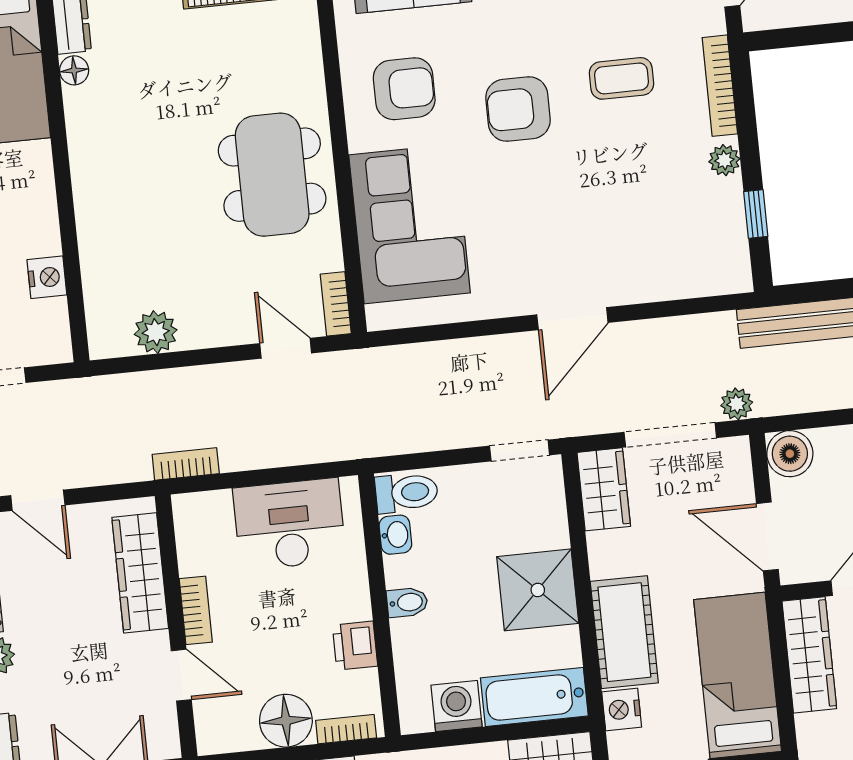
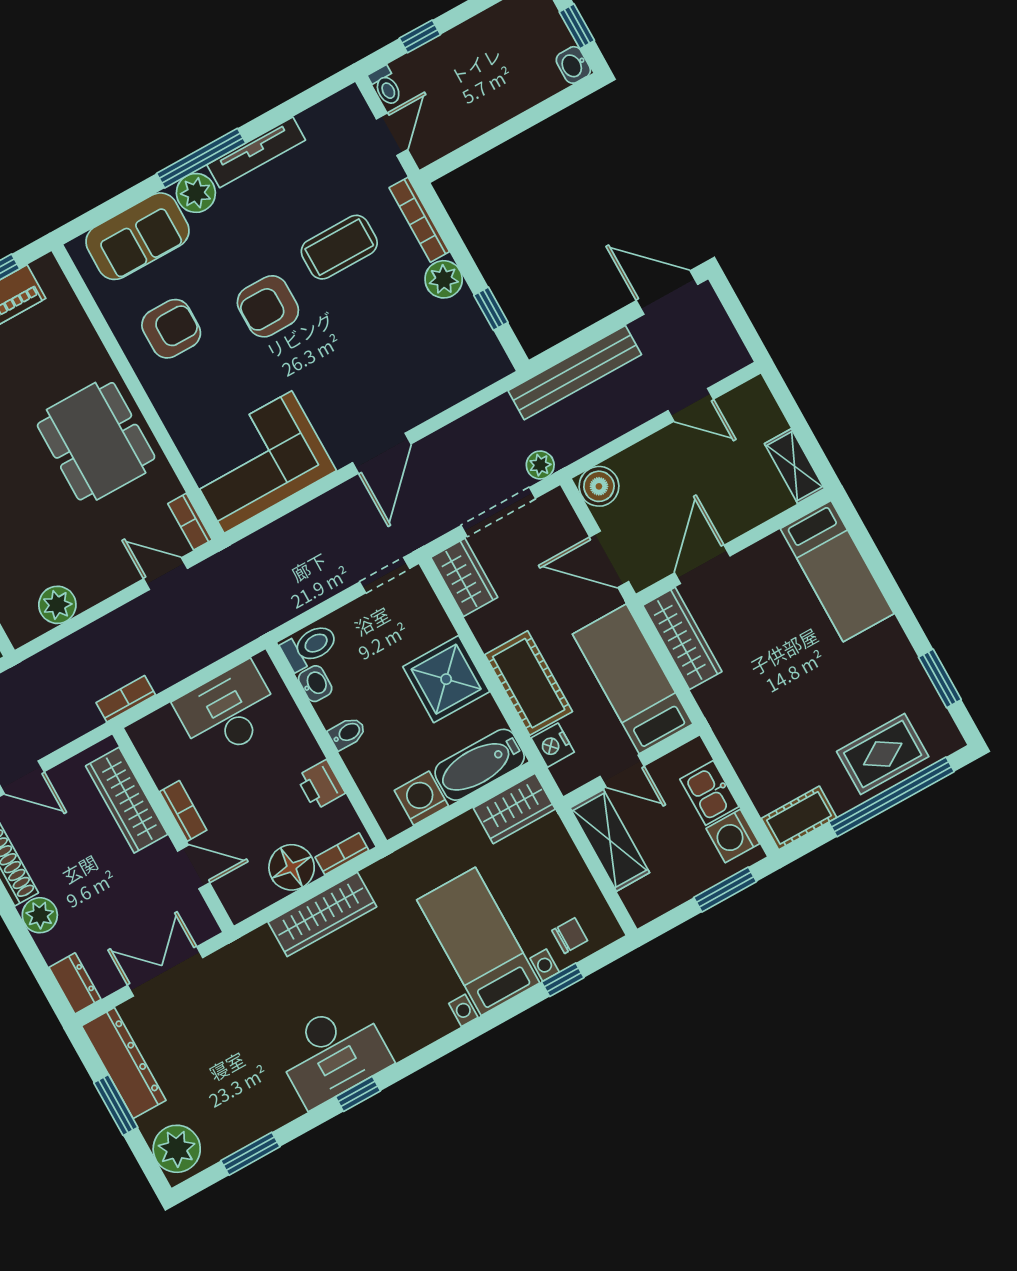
coffee table: (622, 78) -> (339, 247), width x1.36, depth x1.30
plant: (724, 160) -> (444, 279), width x1.38, depth x1.38
corner sofa: (410, 224) -> (258, 462), moved, turned -90

